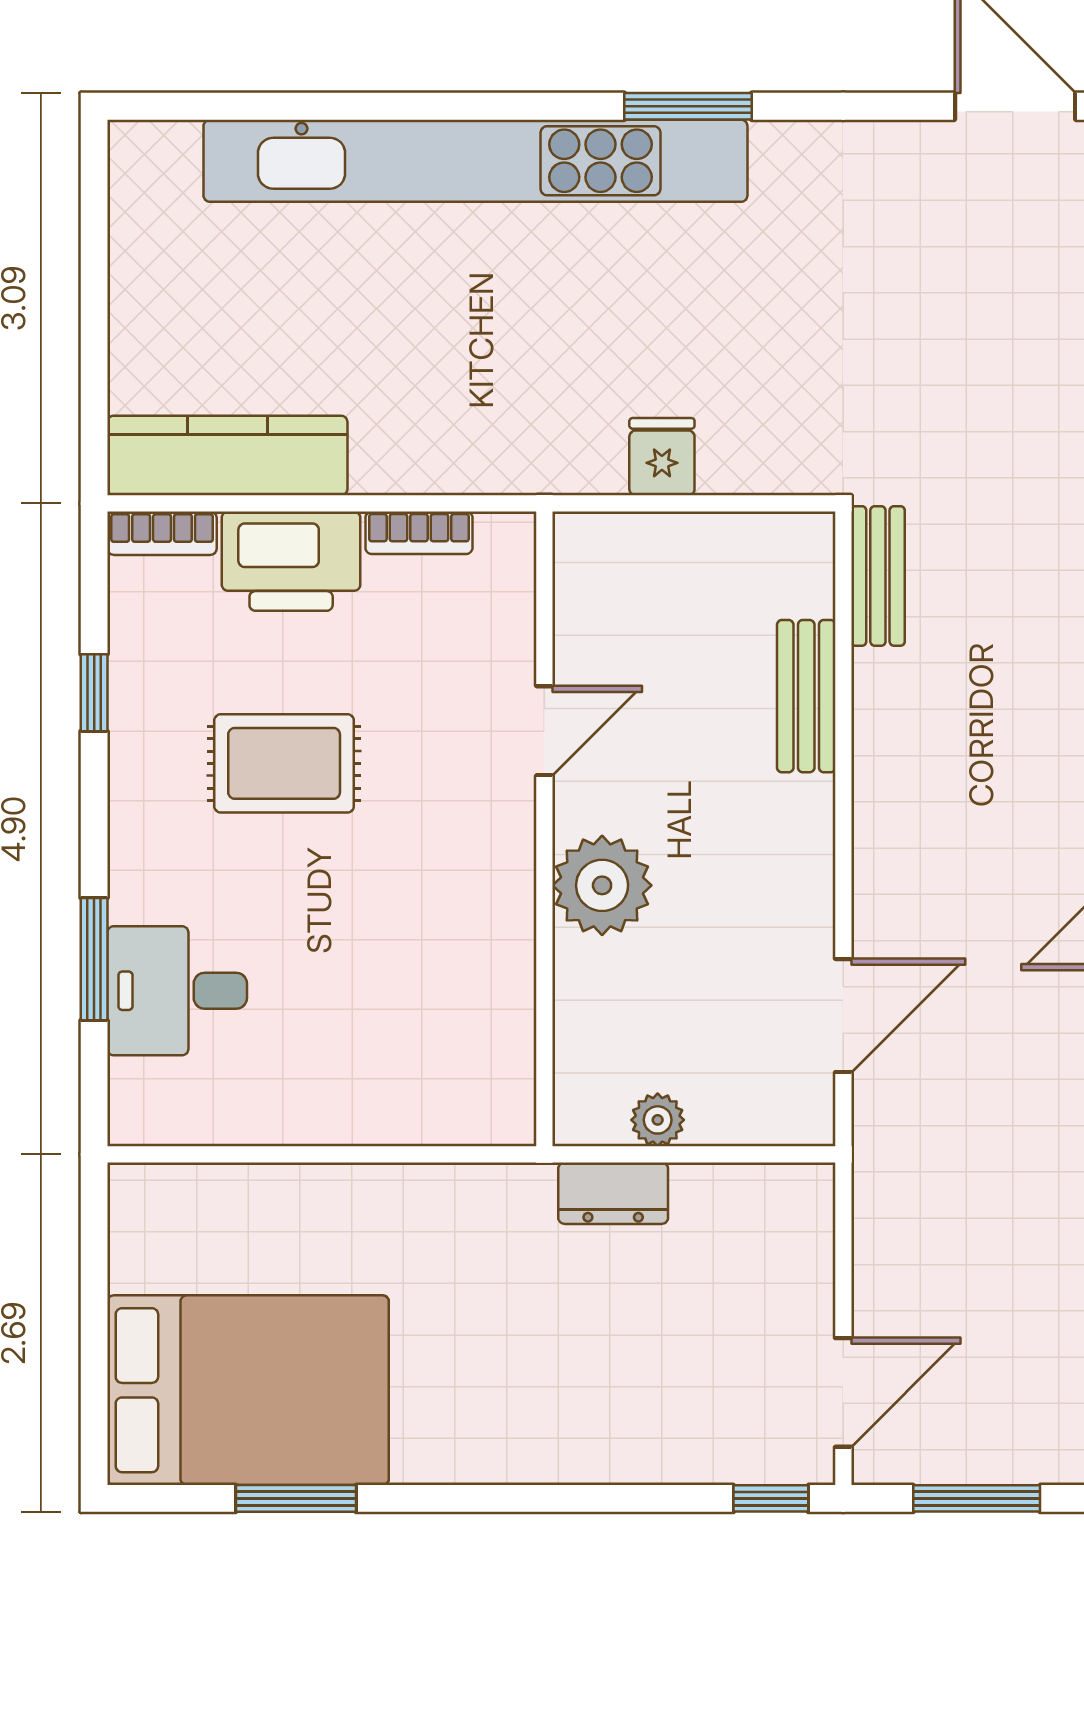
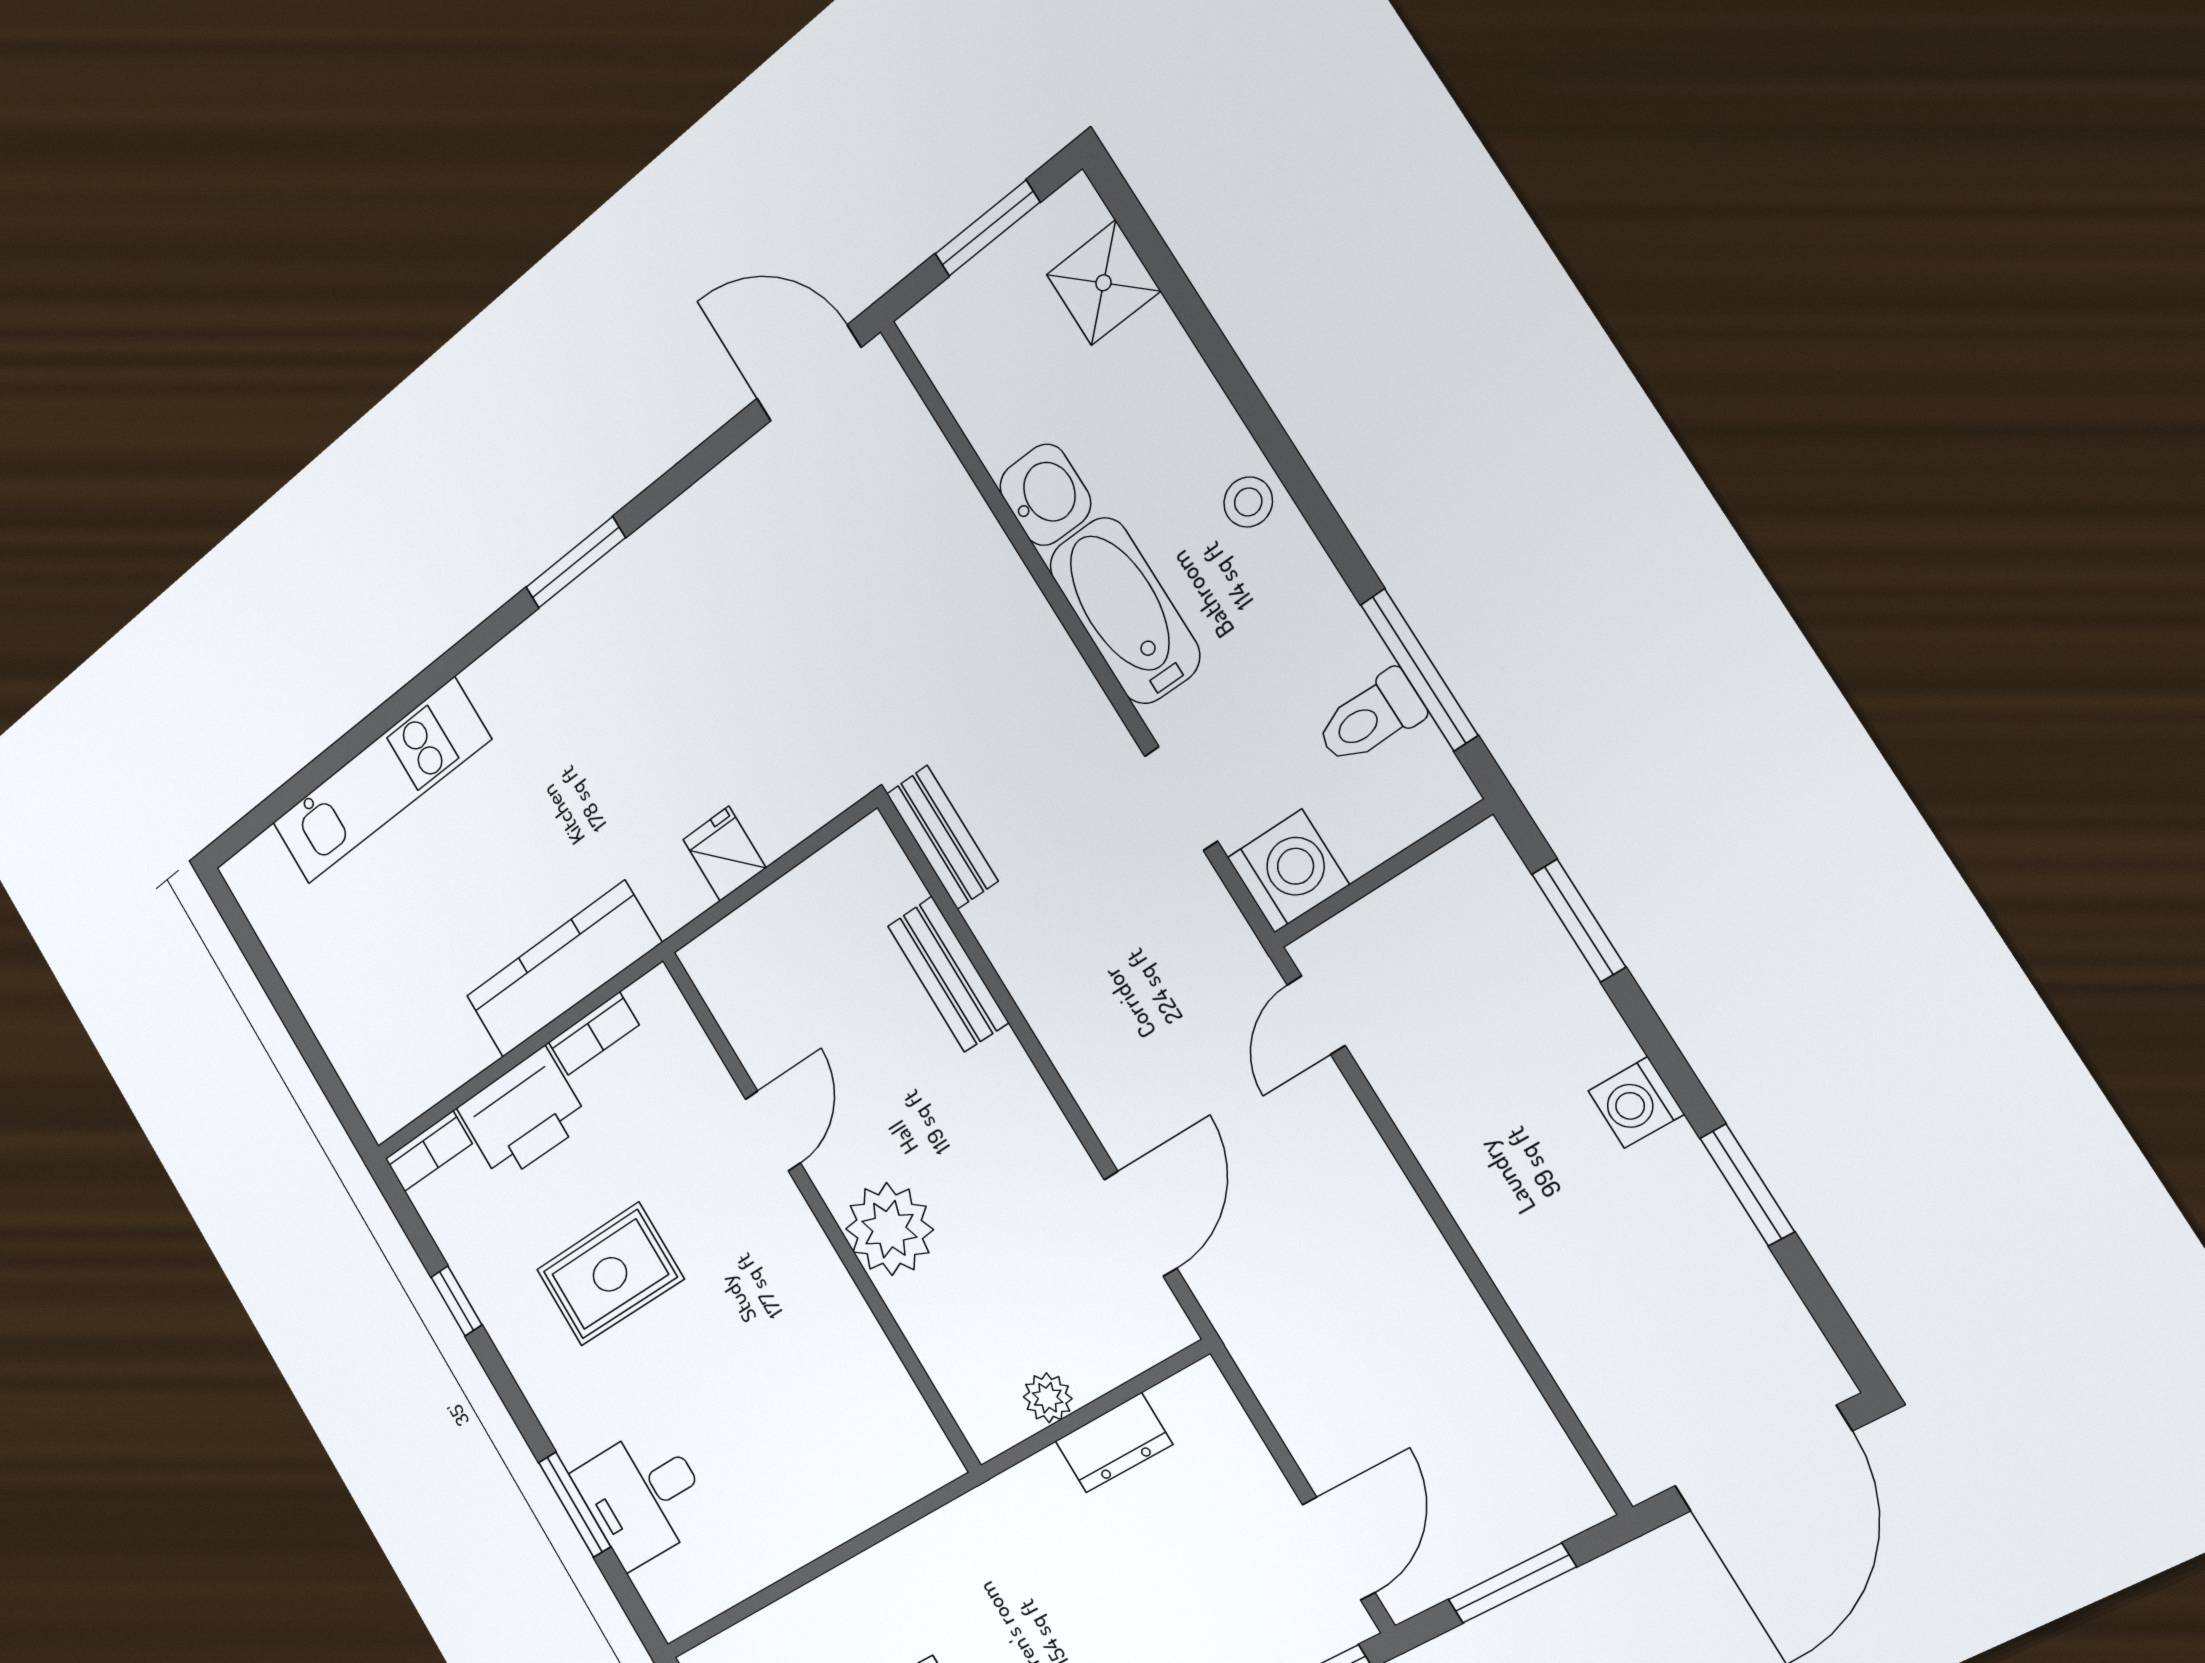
kitchen unit: (475, 161) -> (380, 782), width x0.54
kitchen counter: (227, 456) -> (563, 970), moved
dresser: (613, 1193) -> (1114, 1443), moved

